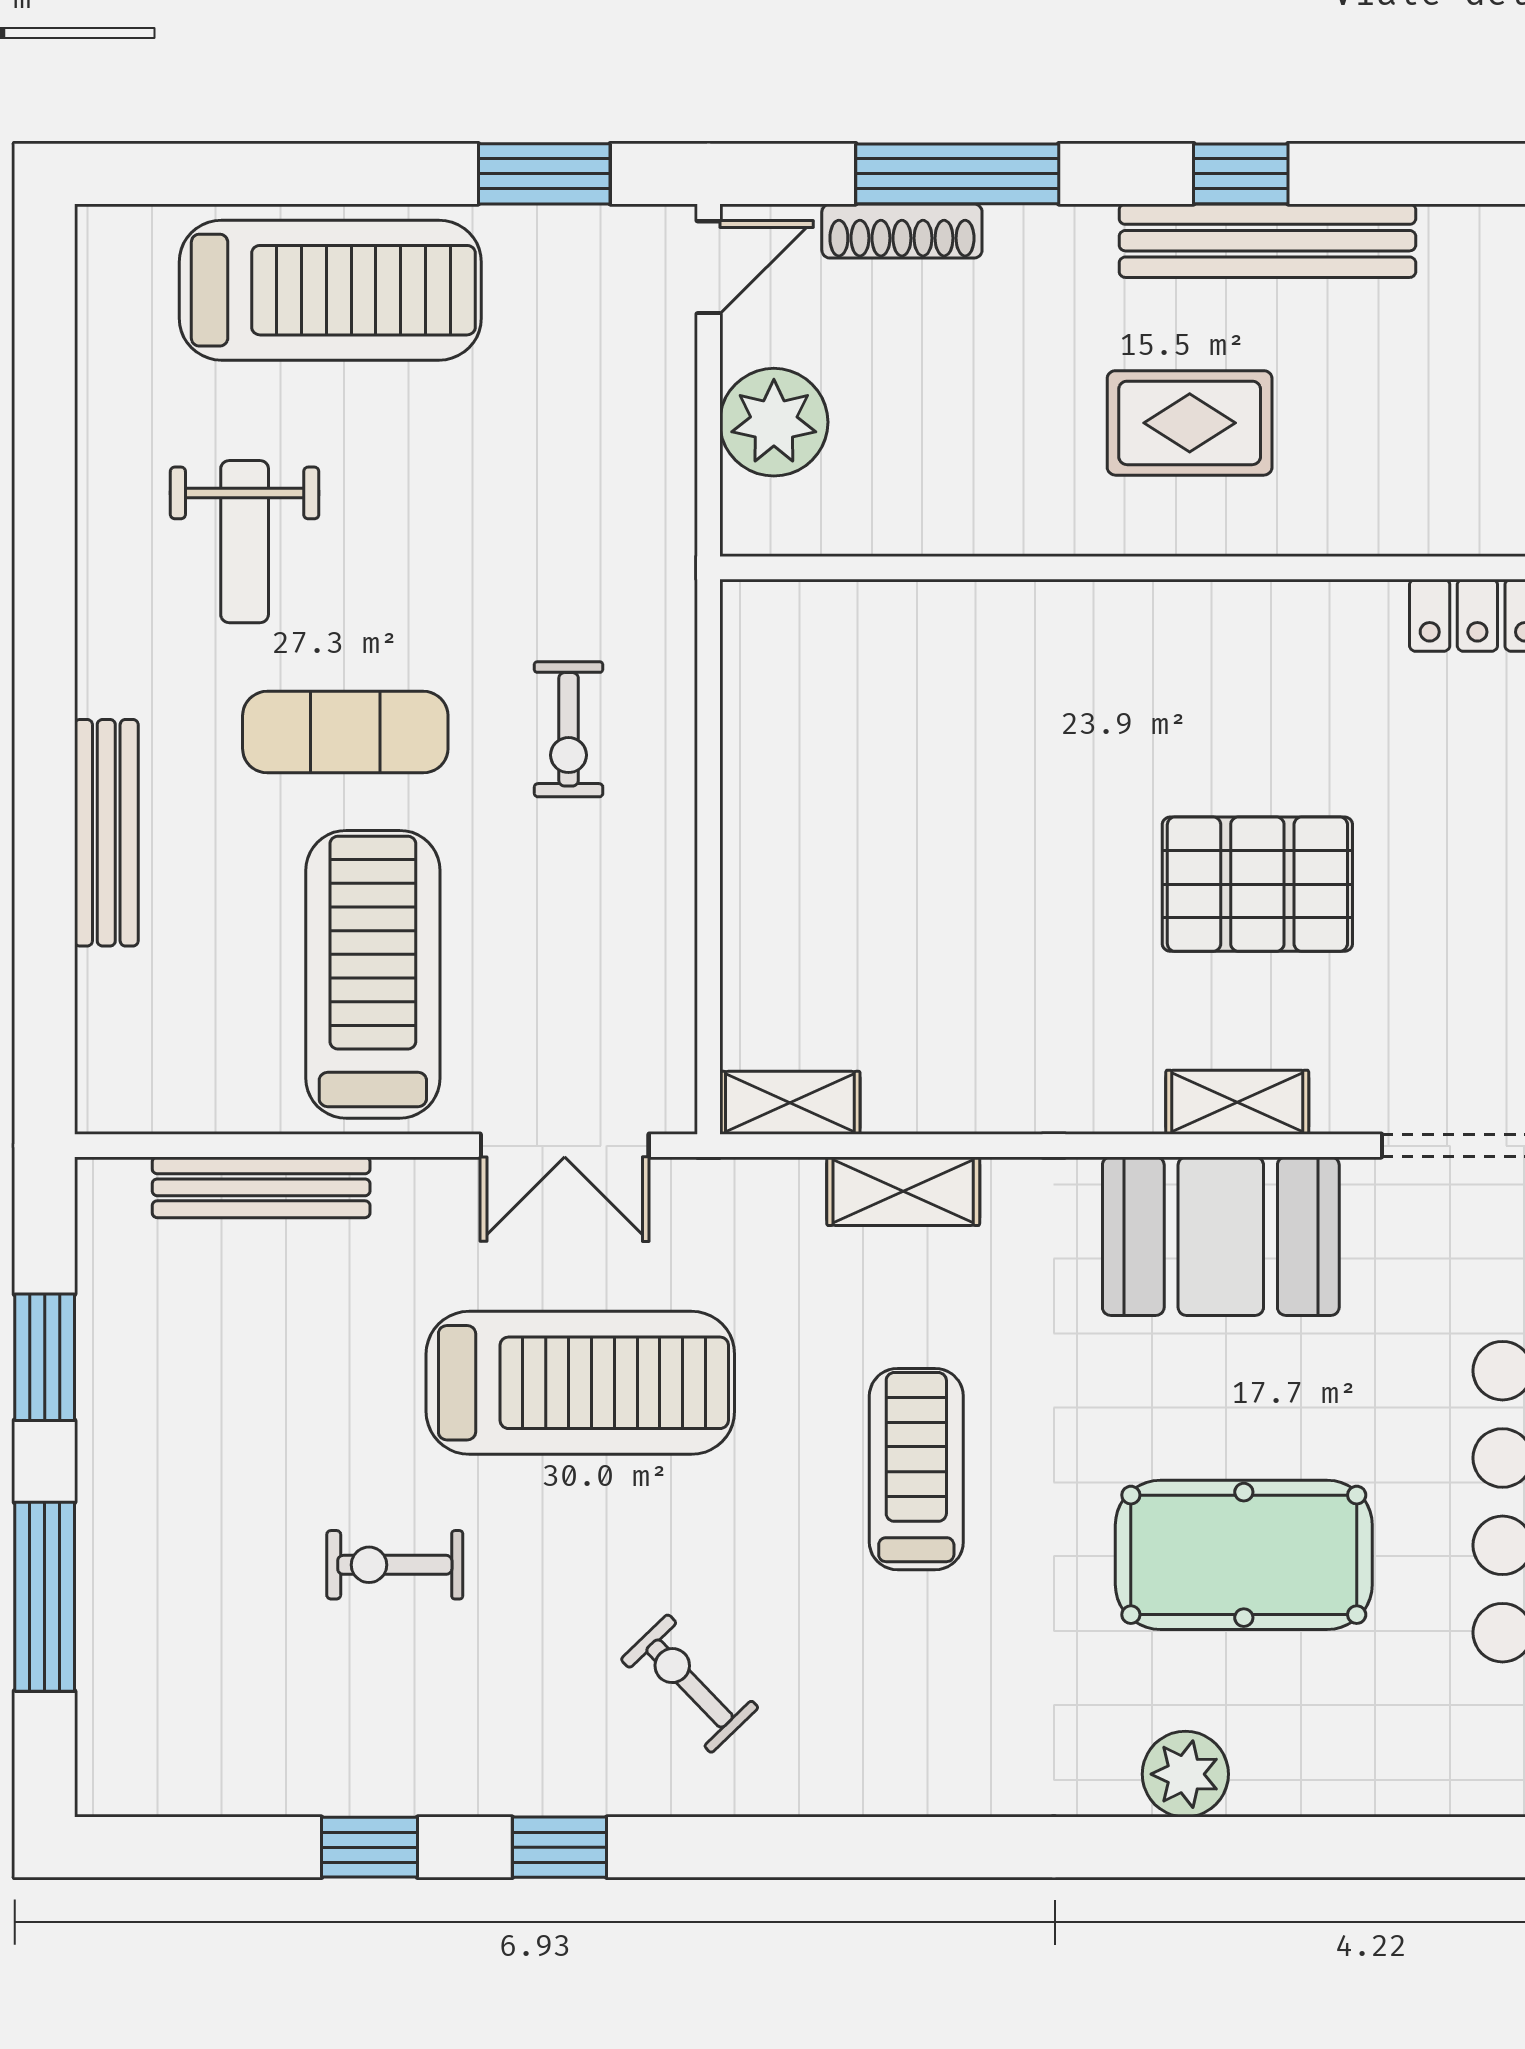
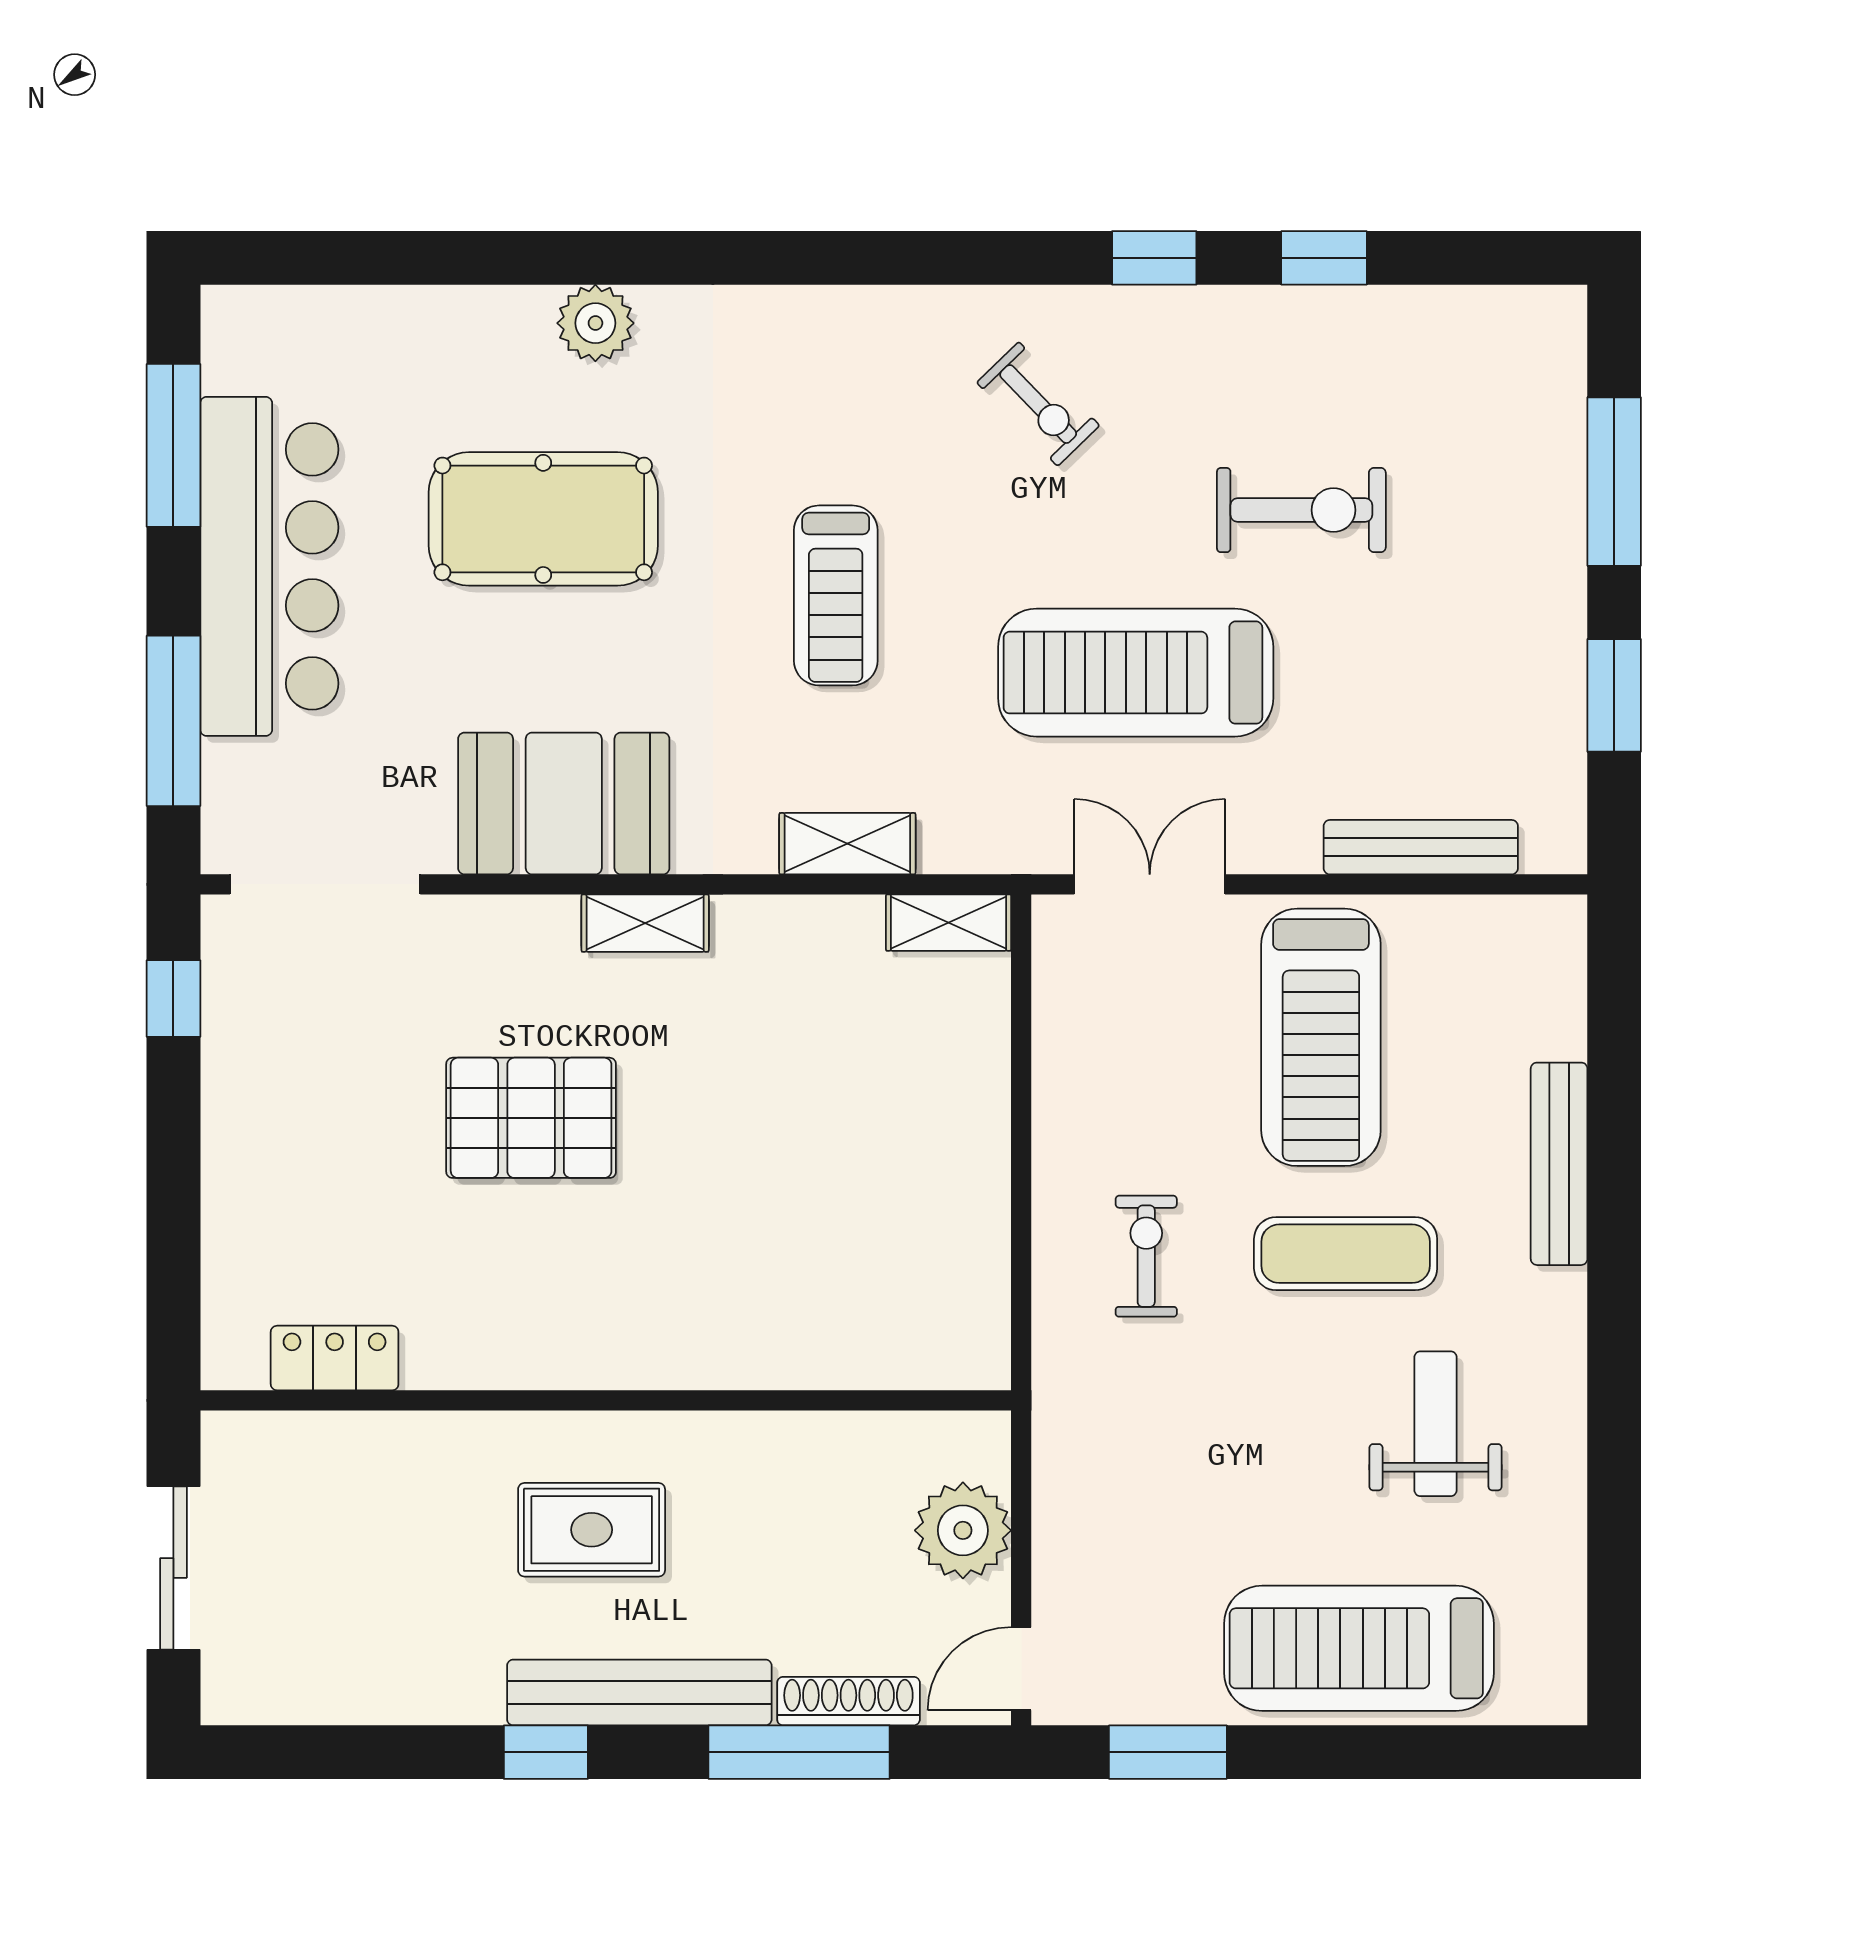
bench: (1267, 241) -> (639, 1692), moved
shelving: (1237, 1102) -> (645, 923), moved
exercise bike: (395, 1565) -> (1301, 510), width x1.38, depth x1.39

